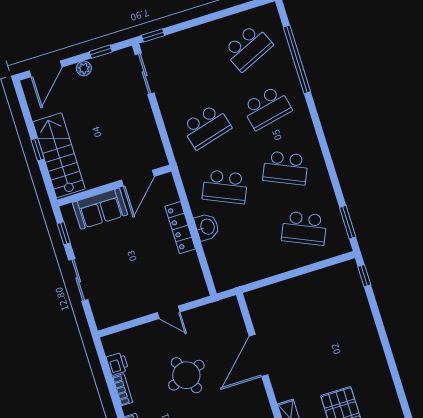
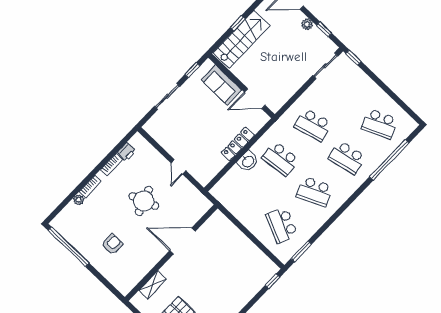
school desk: (286, 168) -> (314, 191), turned -48
school desk: (225, 187) -> (280, 159), turned -30

